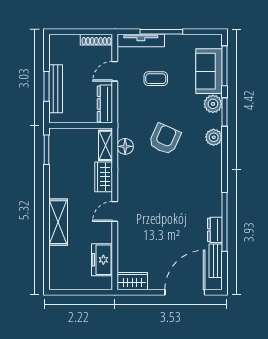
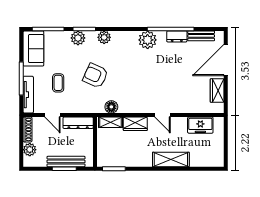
plant: (71, 42) -> (30, 150), added
sofa: (209, 71) -> (33, 49), moved, turned -90
armchair: (165, 139) -> (95, 76), moved
plant: (211, 192) -> (148, 40), added
wardrobe: (132, 281) -> (217, 91), moved
door: (185, 292) -> (226, 60), hinge flipped

